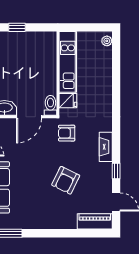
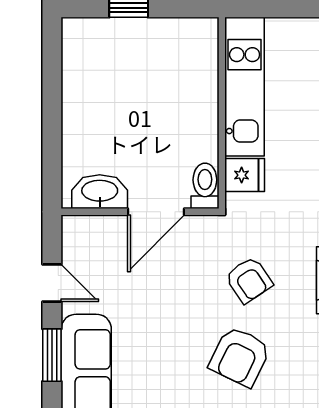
armchair: (67, 133) -> (249, 280), moved, turned -124

